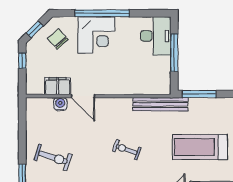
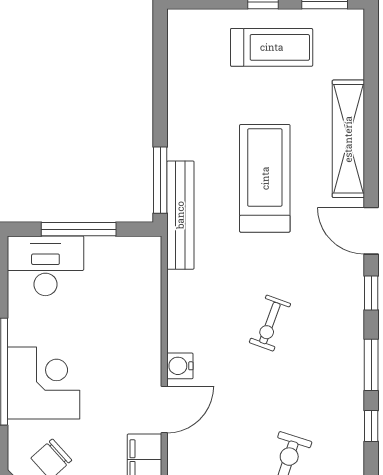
water cooler: (60, 104) -> (180, 366), moved
bench: (160, 104) -> (180, 215), moved
treadmill: (200, 147) -> (265, 178), turned 180

